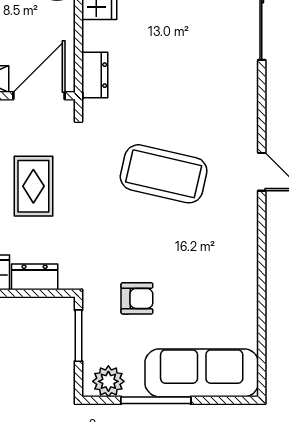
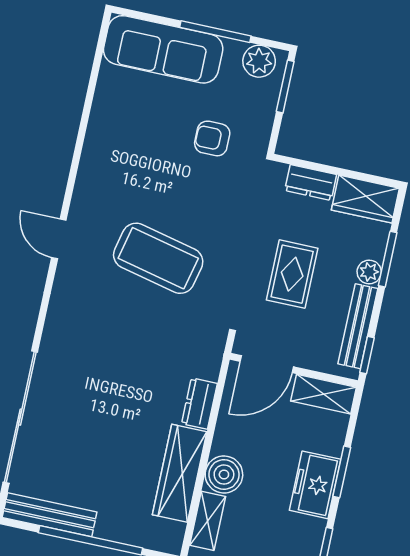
dresser: (95, 75) -> (199, 404), moved
window: (78, 336) -> (285, 86), moved

